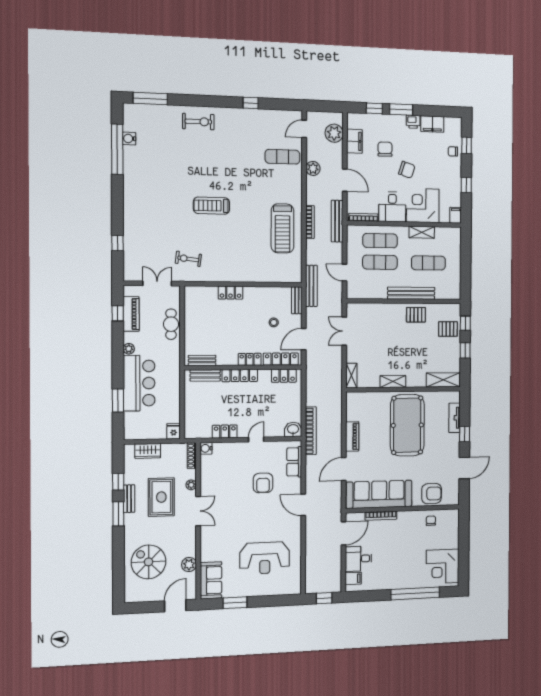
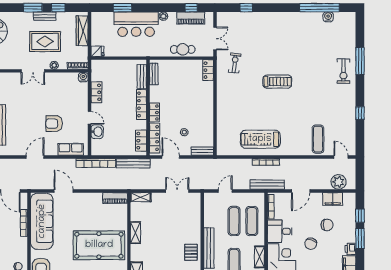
window: (150, 99) -> (360, 61), moved
plant: (313, 168) -> (309, 164), removed
treadmill: (211, 206) -> (277, 82), turned 90
bench: (311, 286) -> (133, 163), moved
locker: (230, 293) -> (208, 70), moved
washbasin: (293, 429) -> (97, 132), moved
piano: (352, 437) -> (115, 198), moved
wardrobe: (148, 451) -> (82, 31), width x1.50

